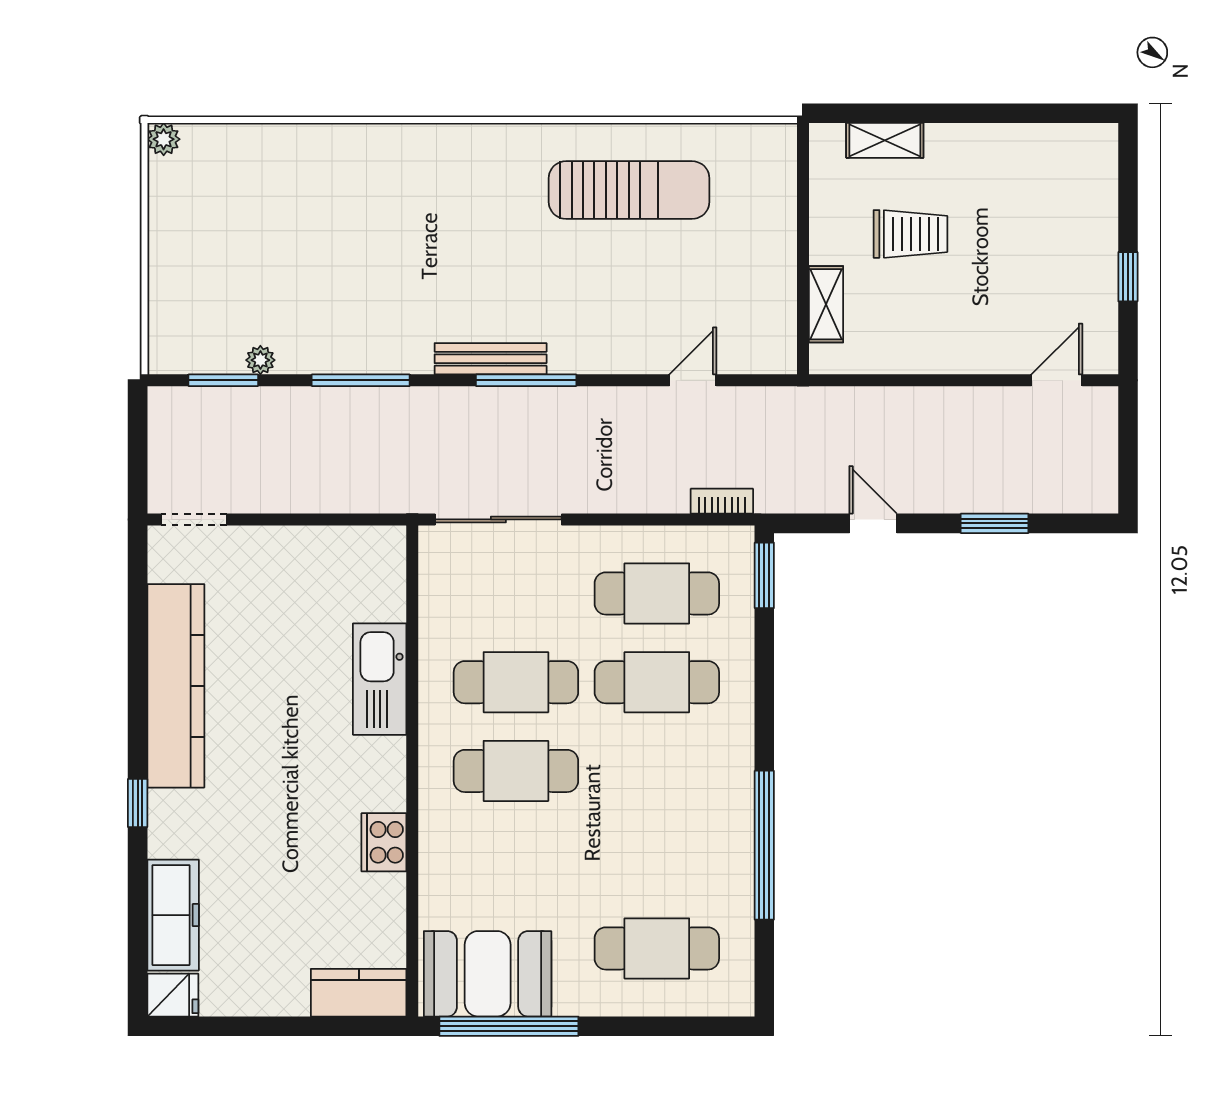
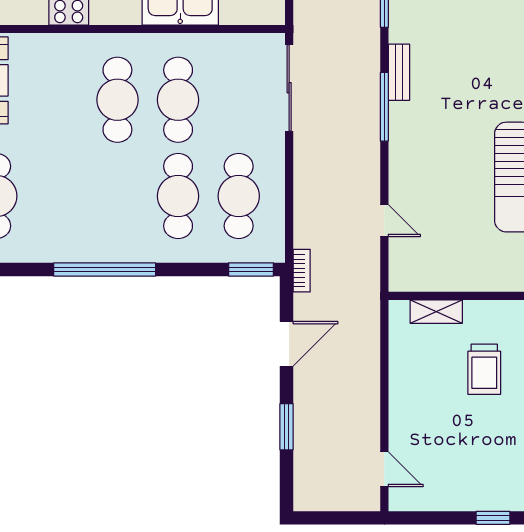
window: (1128, 277) -> (493, 518), moved
bench: (491, 359) -> (399, 72), width x0.73
bookcase: (722, 501) -> (302, 271), moved
door: (873, 523) -> (287, 344), width x1.37
window: (764, 845) -> (105, 269), moved

